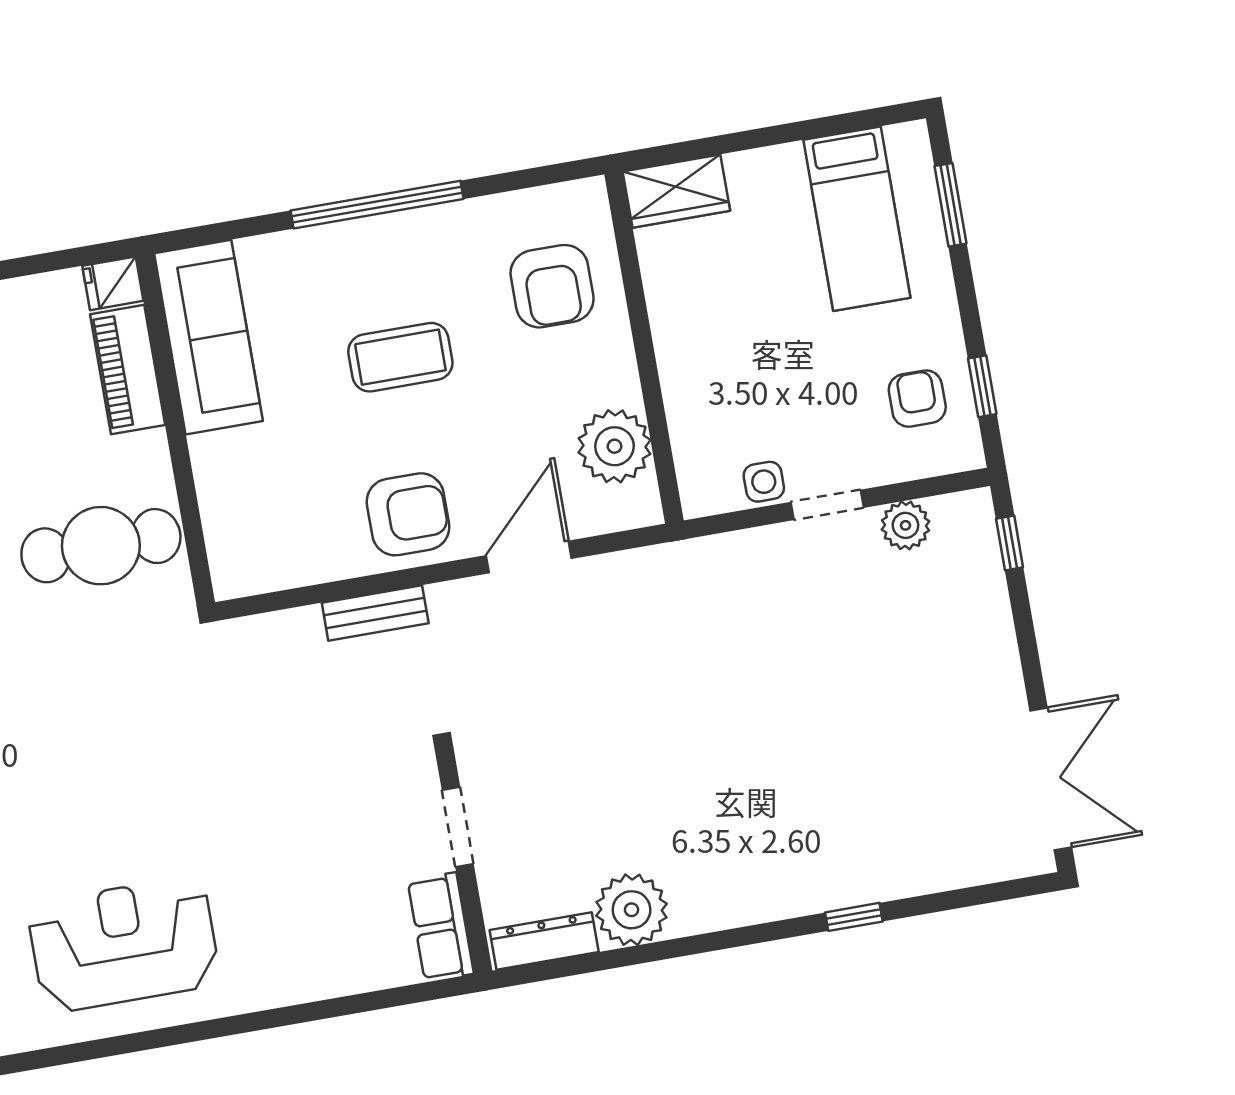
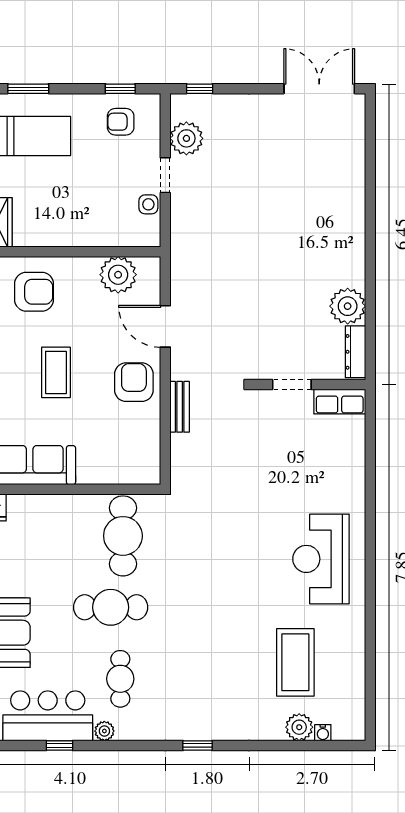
piano: (128, 370) -> (39, 508), removed
plant: (905, 525) -> (186, 138), width x1.36, depth x1.36
window: (854, 917) -> (370, 197), removed

